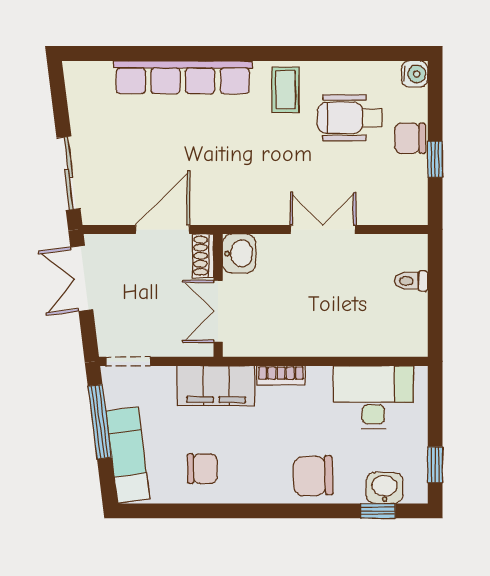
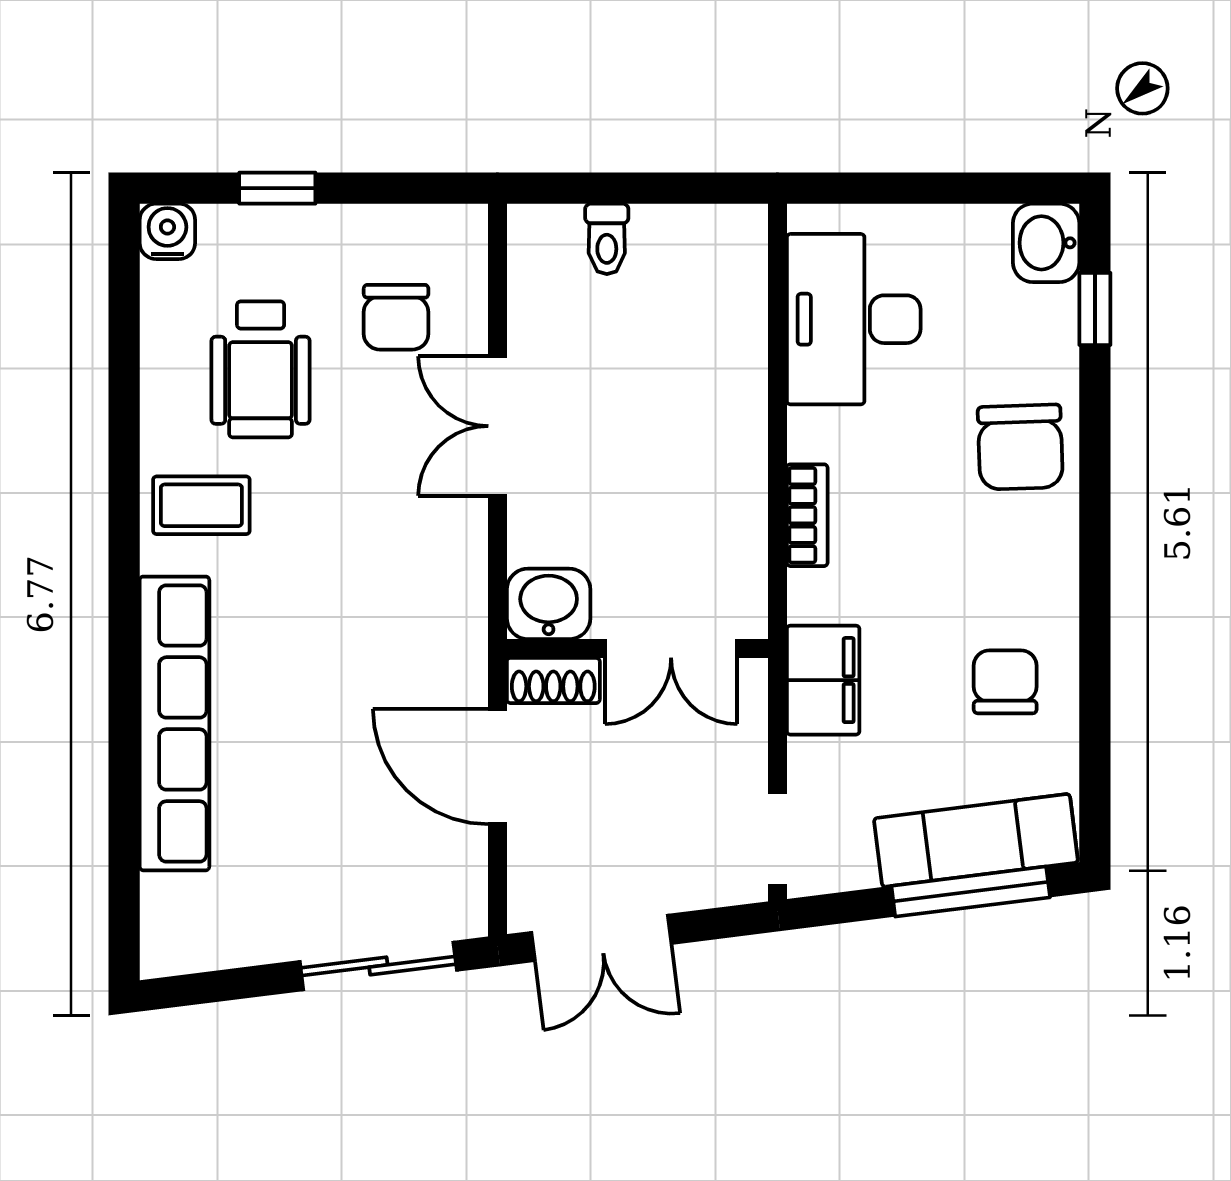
chair: (410, 138) -> (396, 317), moved
window: (435, 159) -> (277, 188), moved
filing cabinet: (216, 386) -> (823, 680), width x0.67, depth x0.86
window: (100, 422) -> (971, 892), moved
window: (435, 465) -> (997, 188), removed
washbasin: (385, 488) -> (1046, 243), moved

